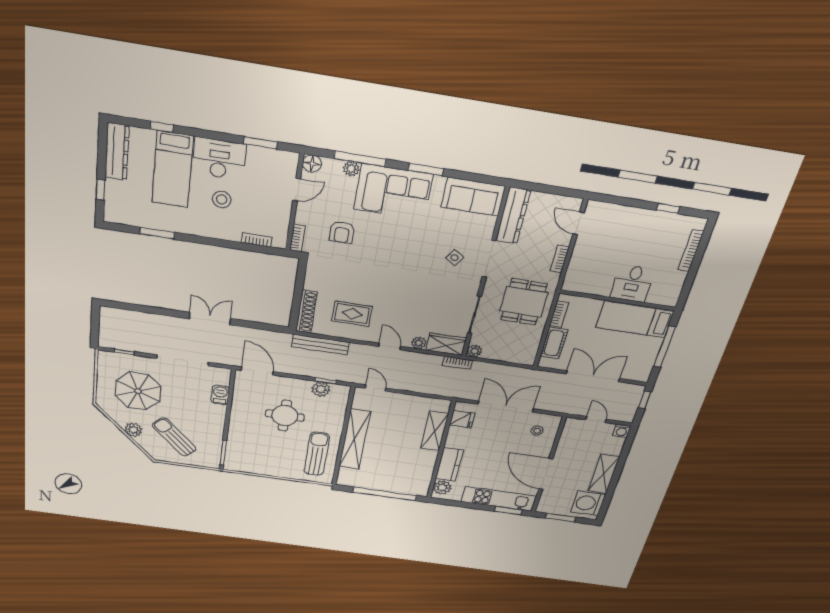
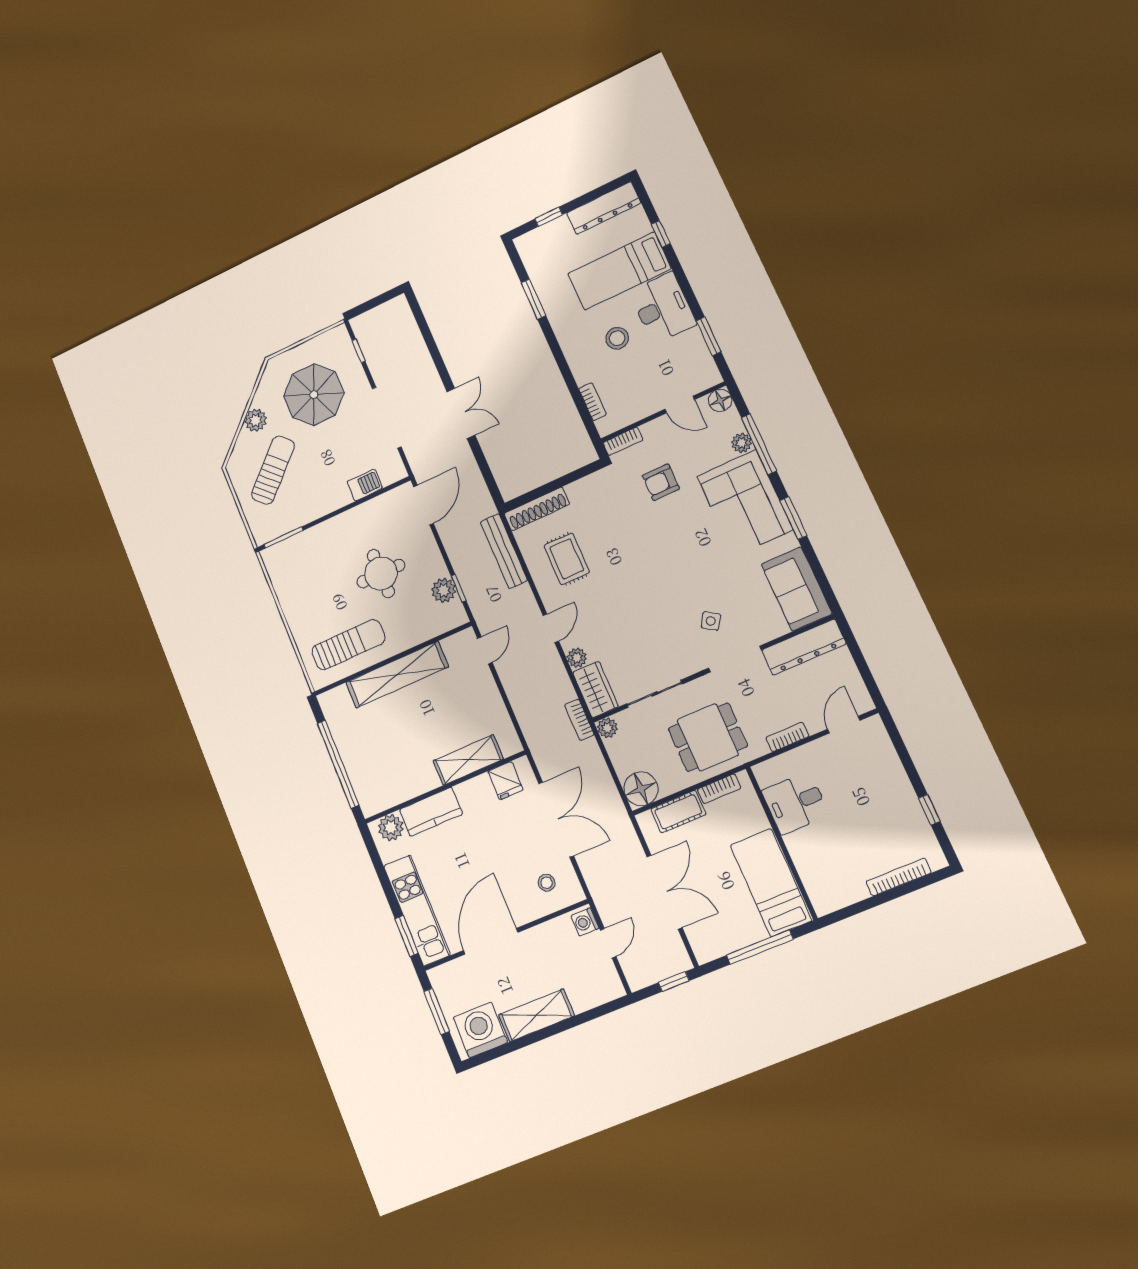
desk: (632, 284) -> (795, 803), moved
floor lamp: (525, 354) -> (641, 789), added
washing machine: (622, 431) -> (585, 922), moved

